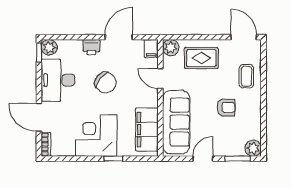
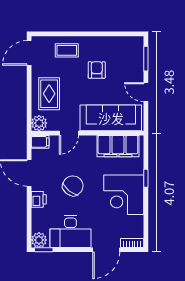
plant: (253, 148) -> (136, 44), removed

